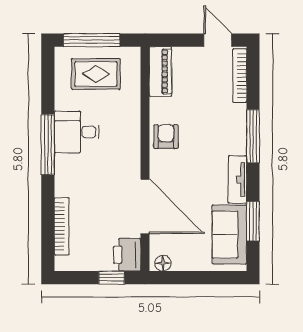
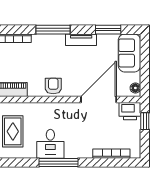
armchair: (166, 136) -> (53, 86), turned 90
sofa: (229, 235) -> (129, 53), moved, turned 90

